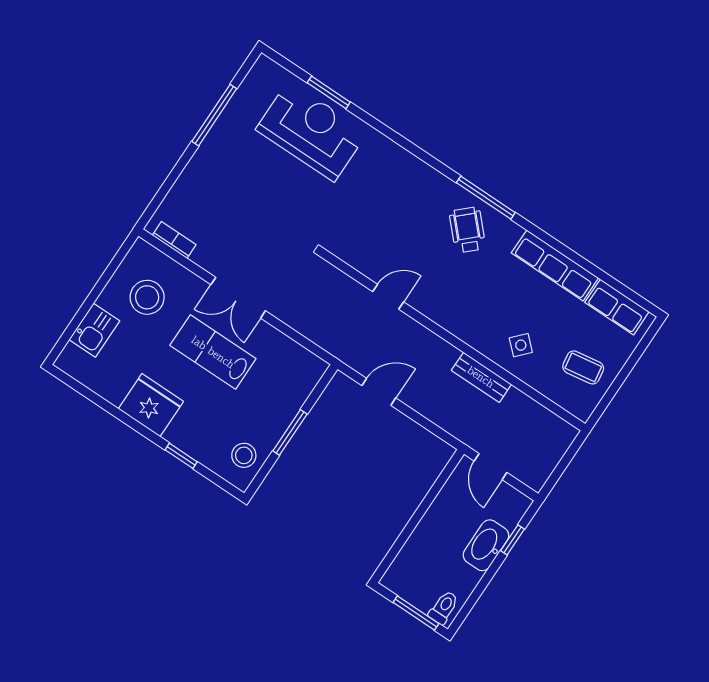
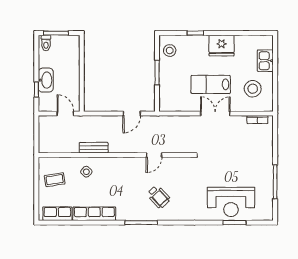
wheelchair: (467, 230) -> (159, 197), moved
lab bench: (213, 352) -> (211, 84), turned 180

